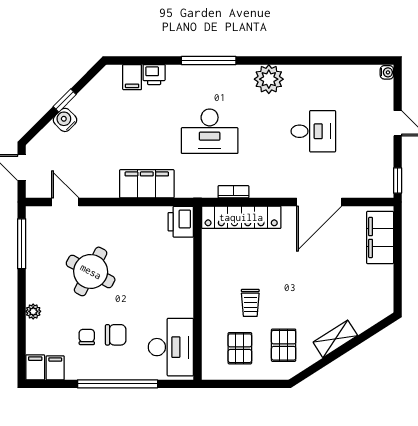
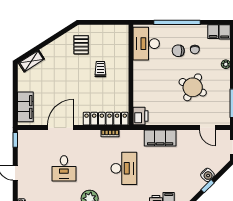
desk: (210, 131) -> (124, 168), turned 90
desk: (313, 131) -> (64, 168), turned -90
shelving: (335, 339) -> (31, 61), moved
pallet: (240, 348) -> (106, 43), removed

